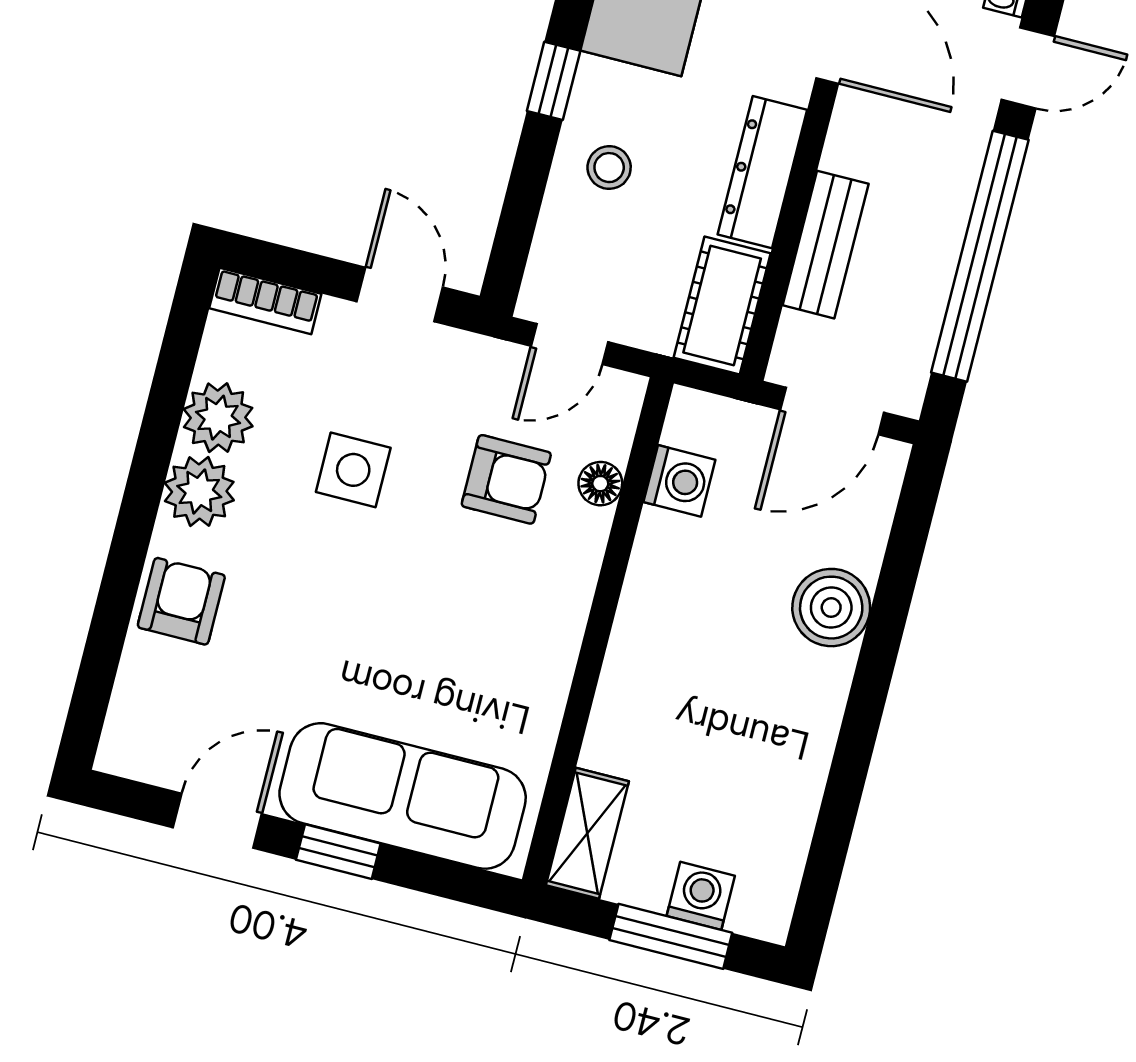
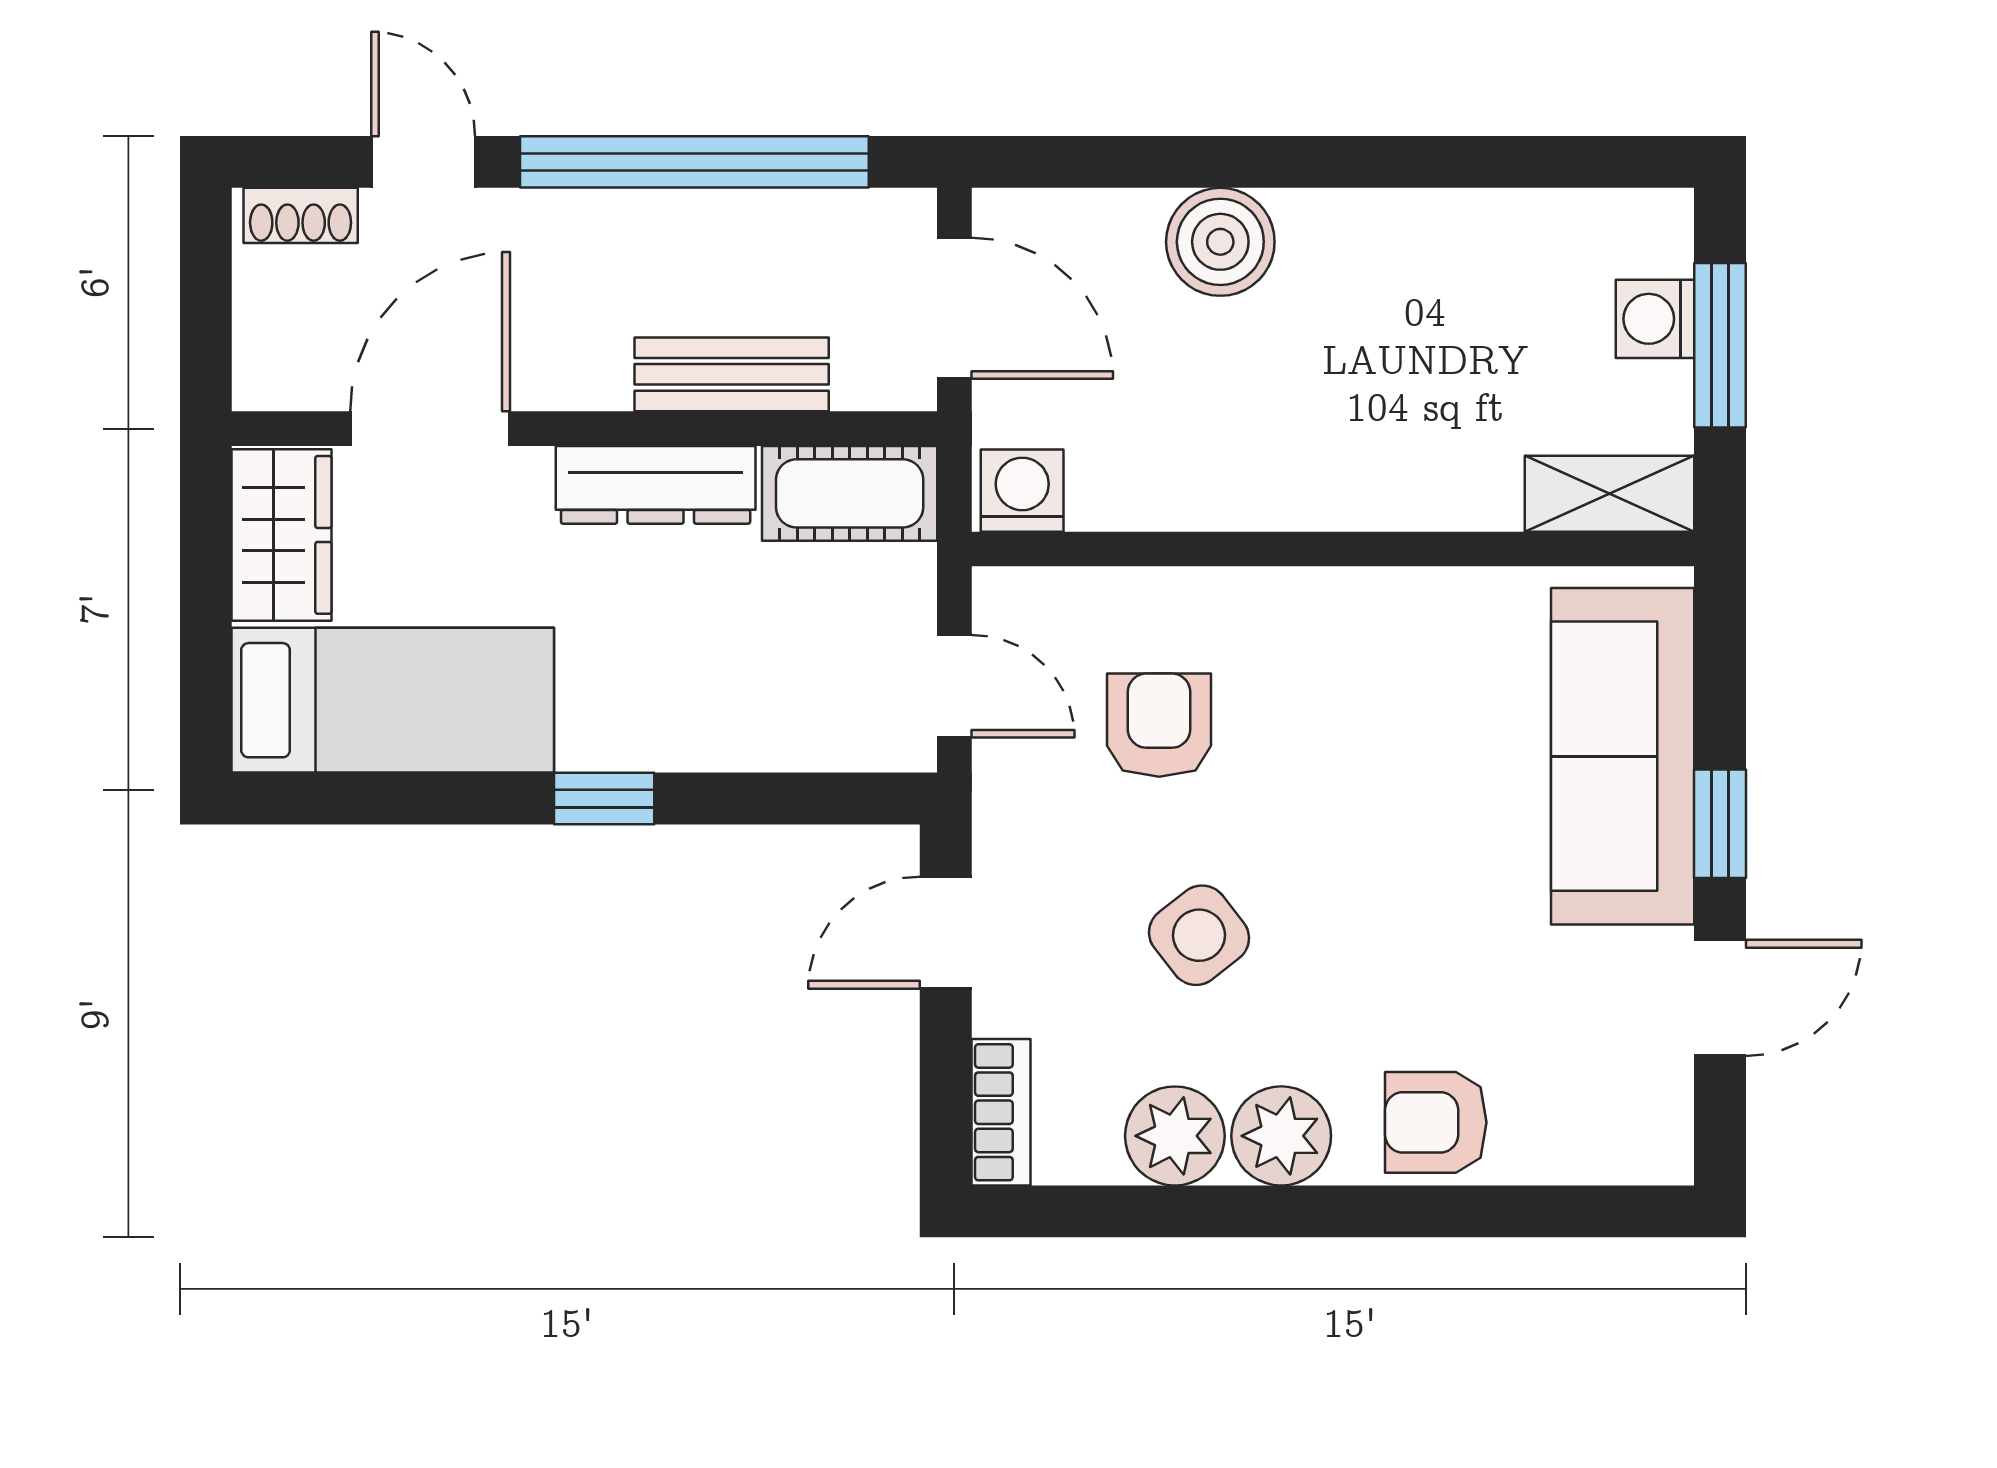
stool: (609, 168) -> (702, 694), removed
side table: (353, 470) -> (1199, 935), turned -38
washing machine: (679, 481) -> (1022, 491), moved
floor lamp: (600, 484) -> (1132, 597), removed
door: (217, 821) -> (1720, 998), swing flipped

